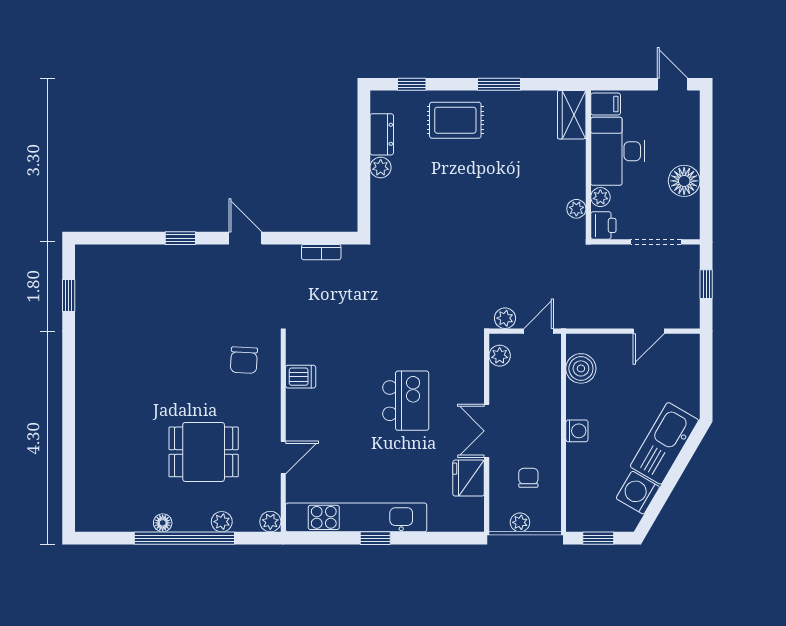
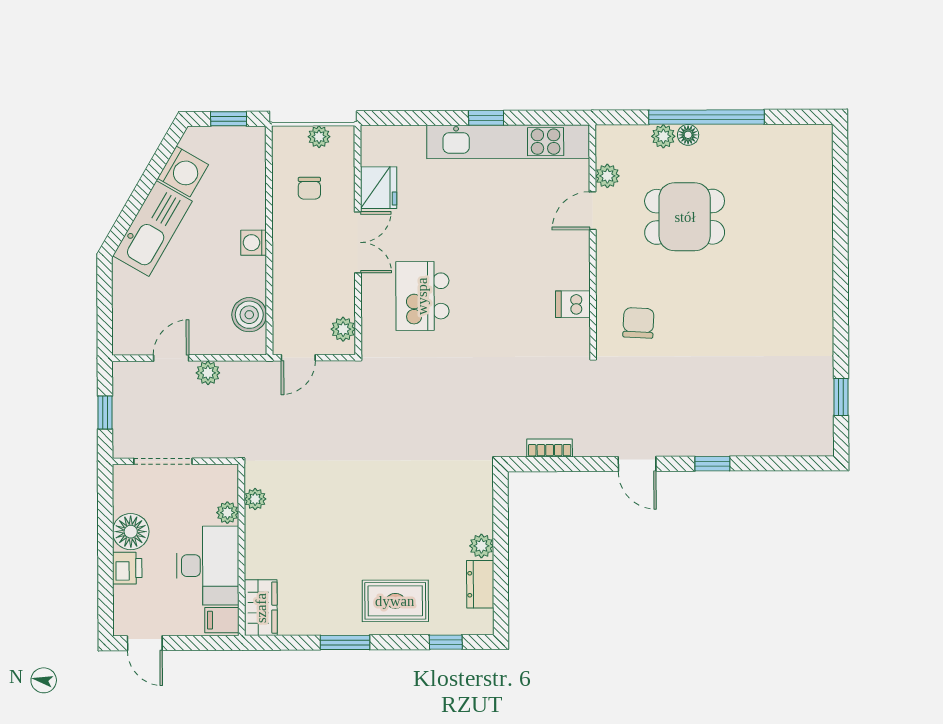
printer: (603, 225) -> (127, 568), moved, turned 180
plant: (505, 318) -> (208, 373), moved
kitchen island: (406, 401) -> (422, 296), moved
plant: (270, 522) -> (607, 176), moved
floor lamp: (163, 523) -> (688, 135), moved

